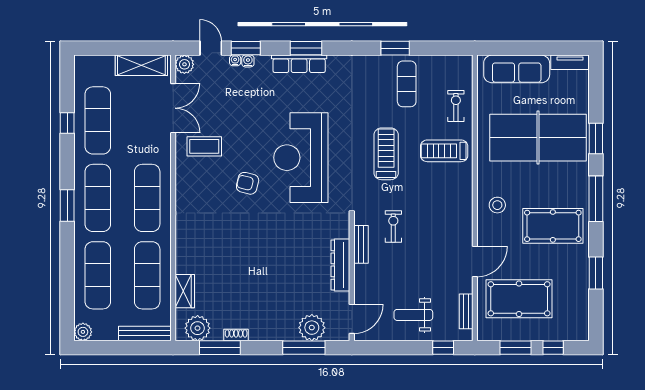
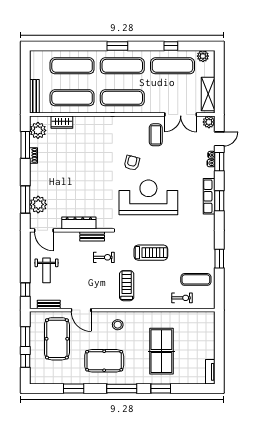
sofa: (517, 69) -> (206, 337), removed
exercise mat: (407, 84) -> (196, 279), moved
table tennis table: (538, 138) -> (161, 351), width x0.73, depth x0.76
treadmill: (444, 151) -> (127, 286), moved
pool table: (553, 226) -> (104, 361), turned 90
weight bench: (413, 315) -> (46, 270), turned 180
plant: (83, 332) -> (203, 56), moved

